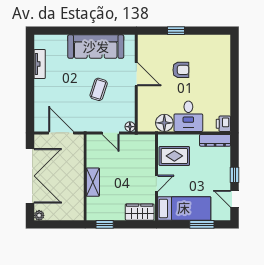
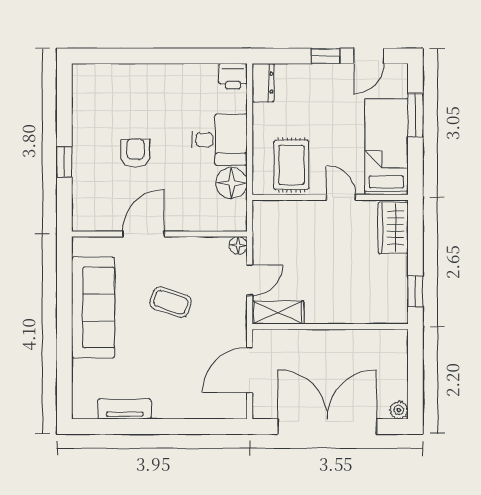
dresser: (215, 140) -> (263, 83), width x0.70
shelving: (93, 182) -> (278, 313), moved

